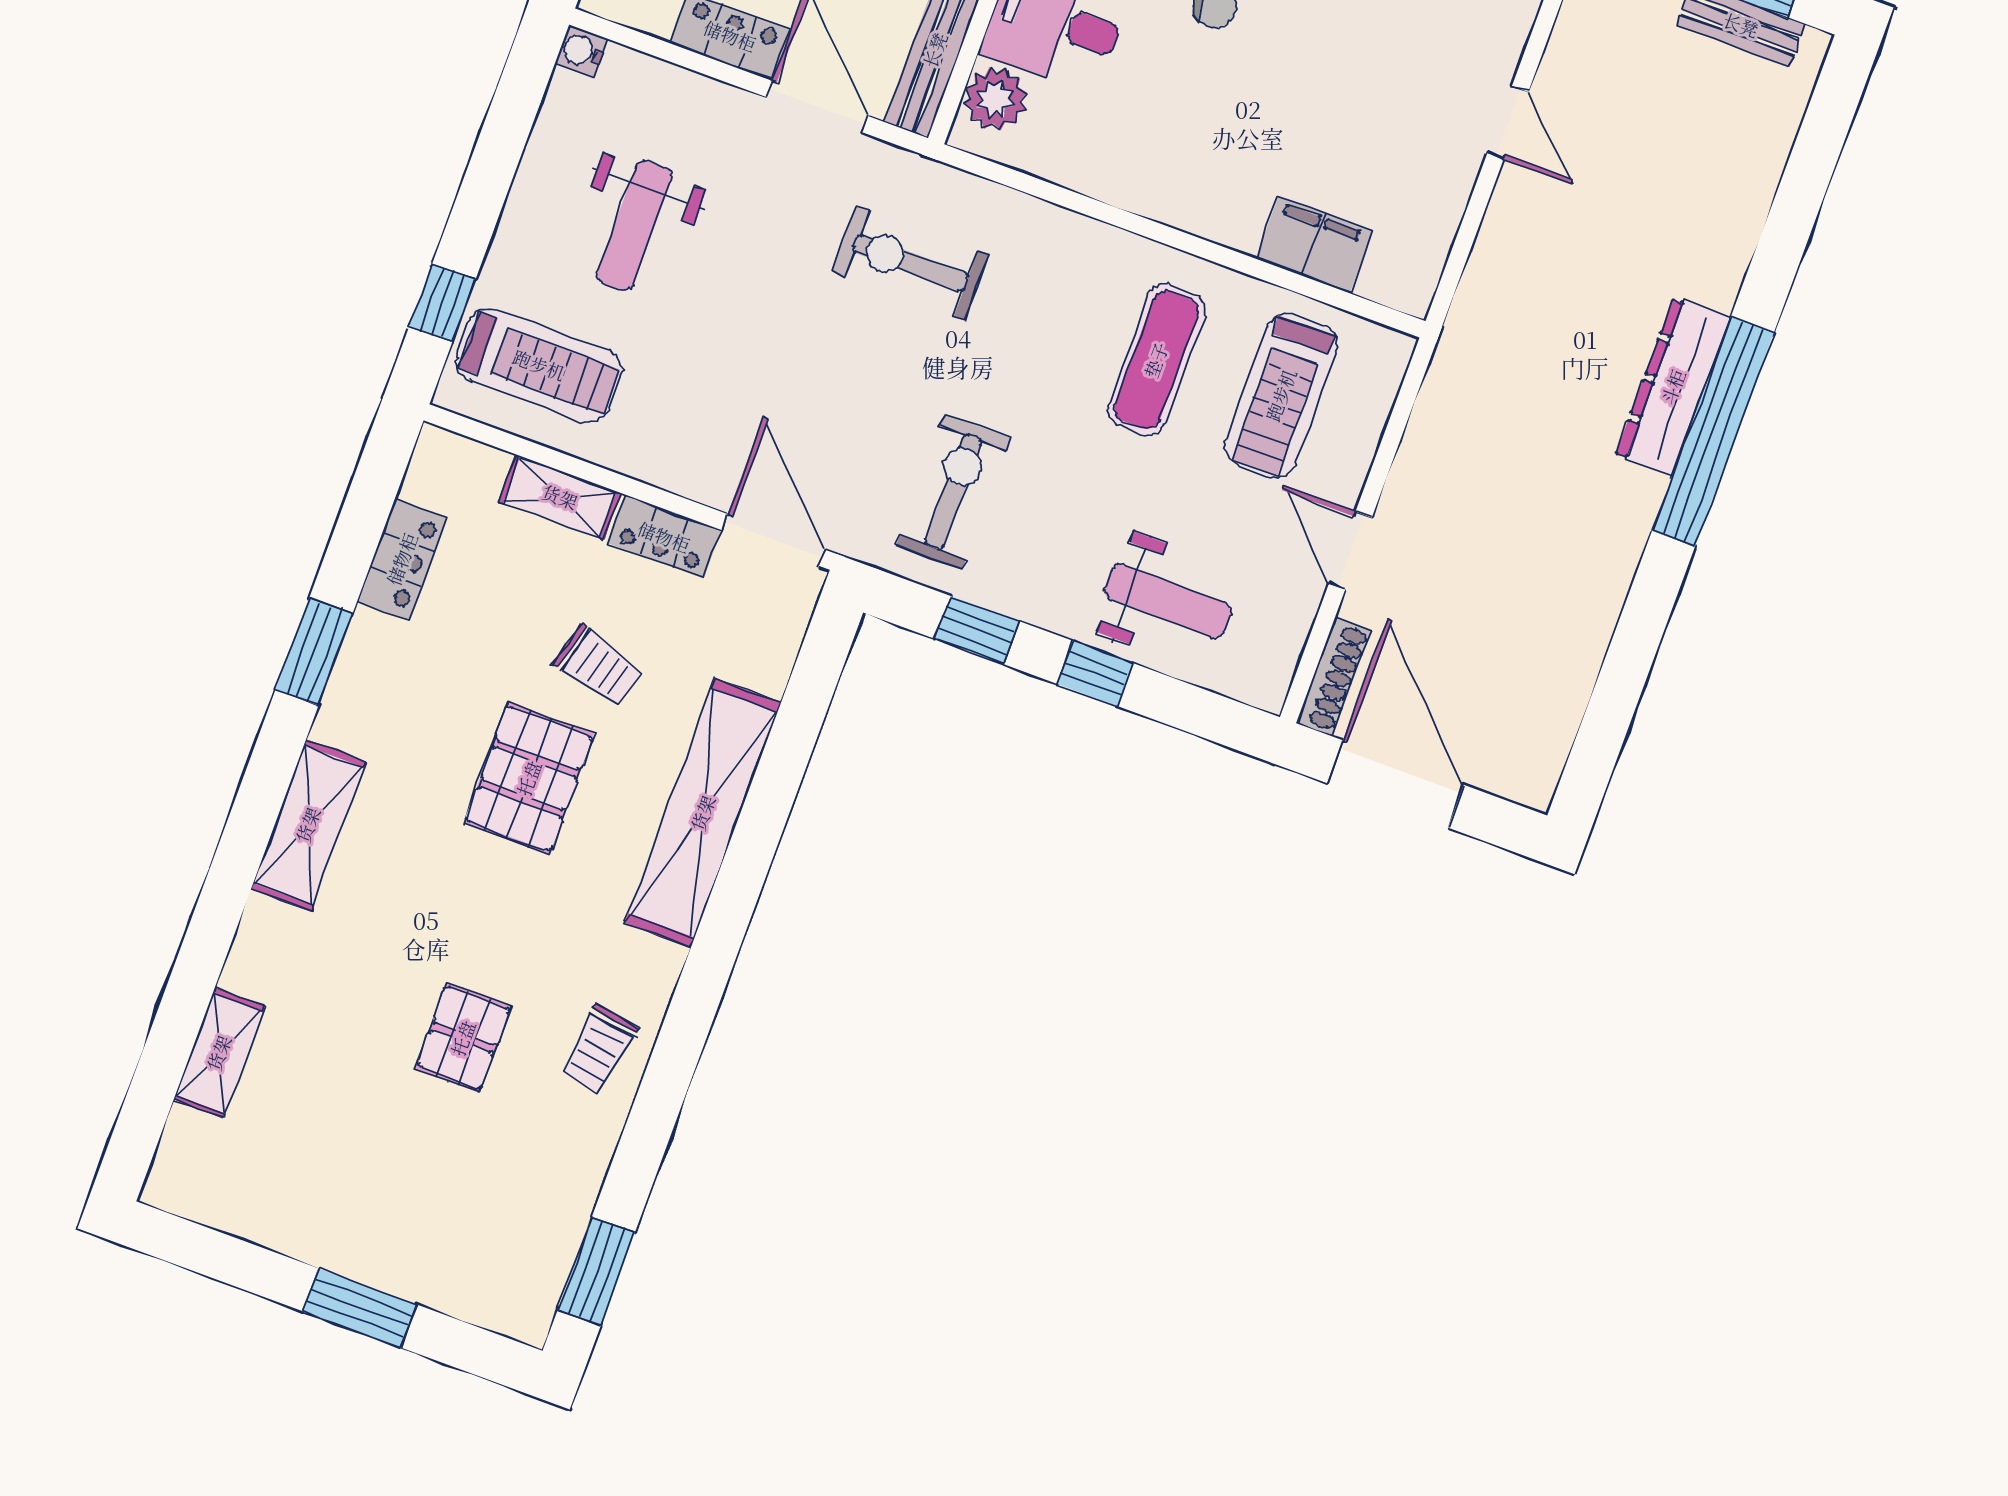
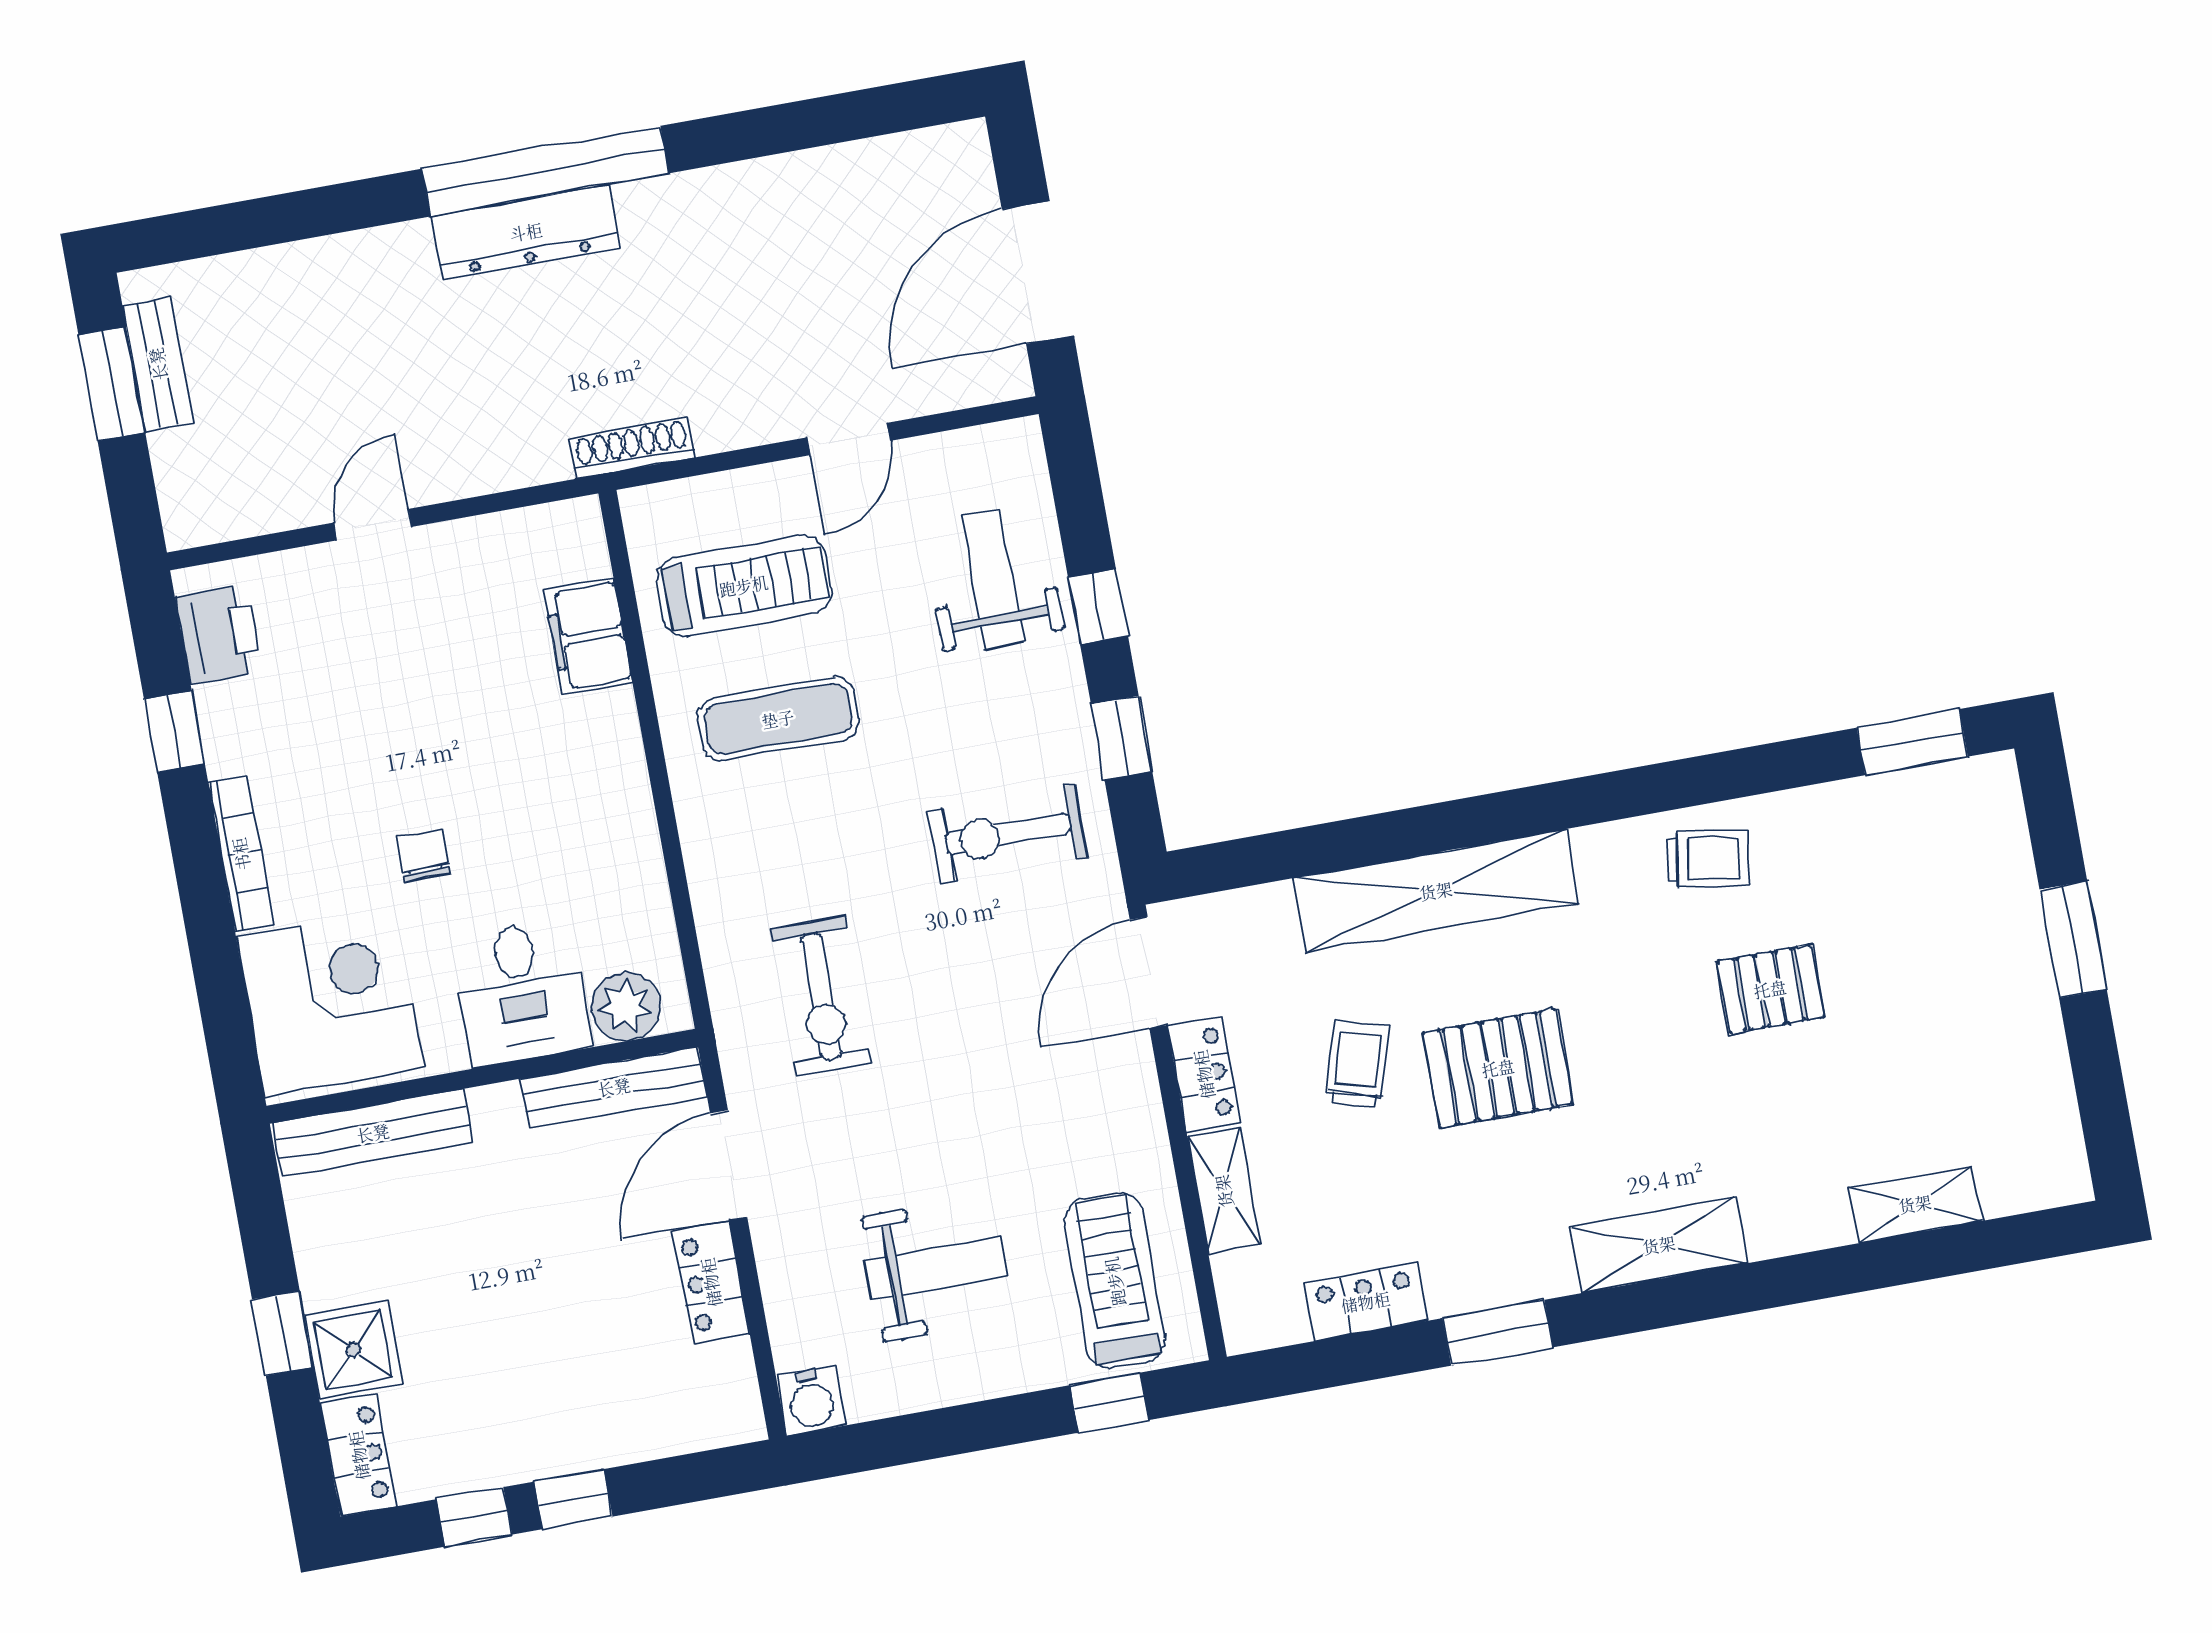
water cooler: (581, 51) -> (811, 1401), width x1.38, depth x1.38
shoe rack: (1334, 676) -> (632, 448), moved

